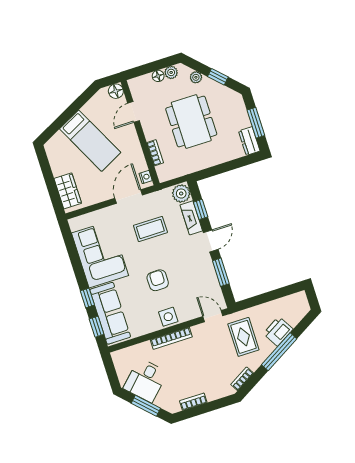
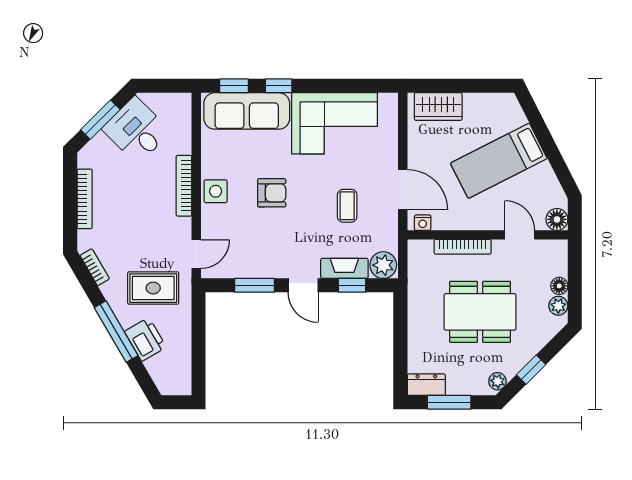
plant: (196, 77) -> (497, 381), moved
bookcase: (155, 153) -> (463, 247), width x1.56
coffee table: (150, 229) -> (347, 206), width x0.73, depth x0.77
bookcase: (193, 402) -> (85, 199), width x1.56

